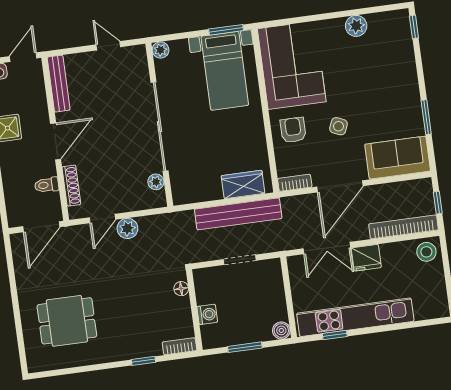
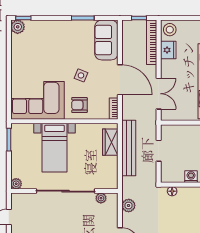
plant: (356, 26) -> (18, 27), moved
bed with nightstands: (225, 71) -> (55, 148), moved, turned 90
plant: (127, 228) -> (129, 206), moved
fridge: (366, 258) -> (168, 50), moved

